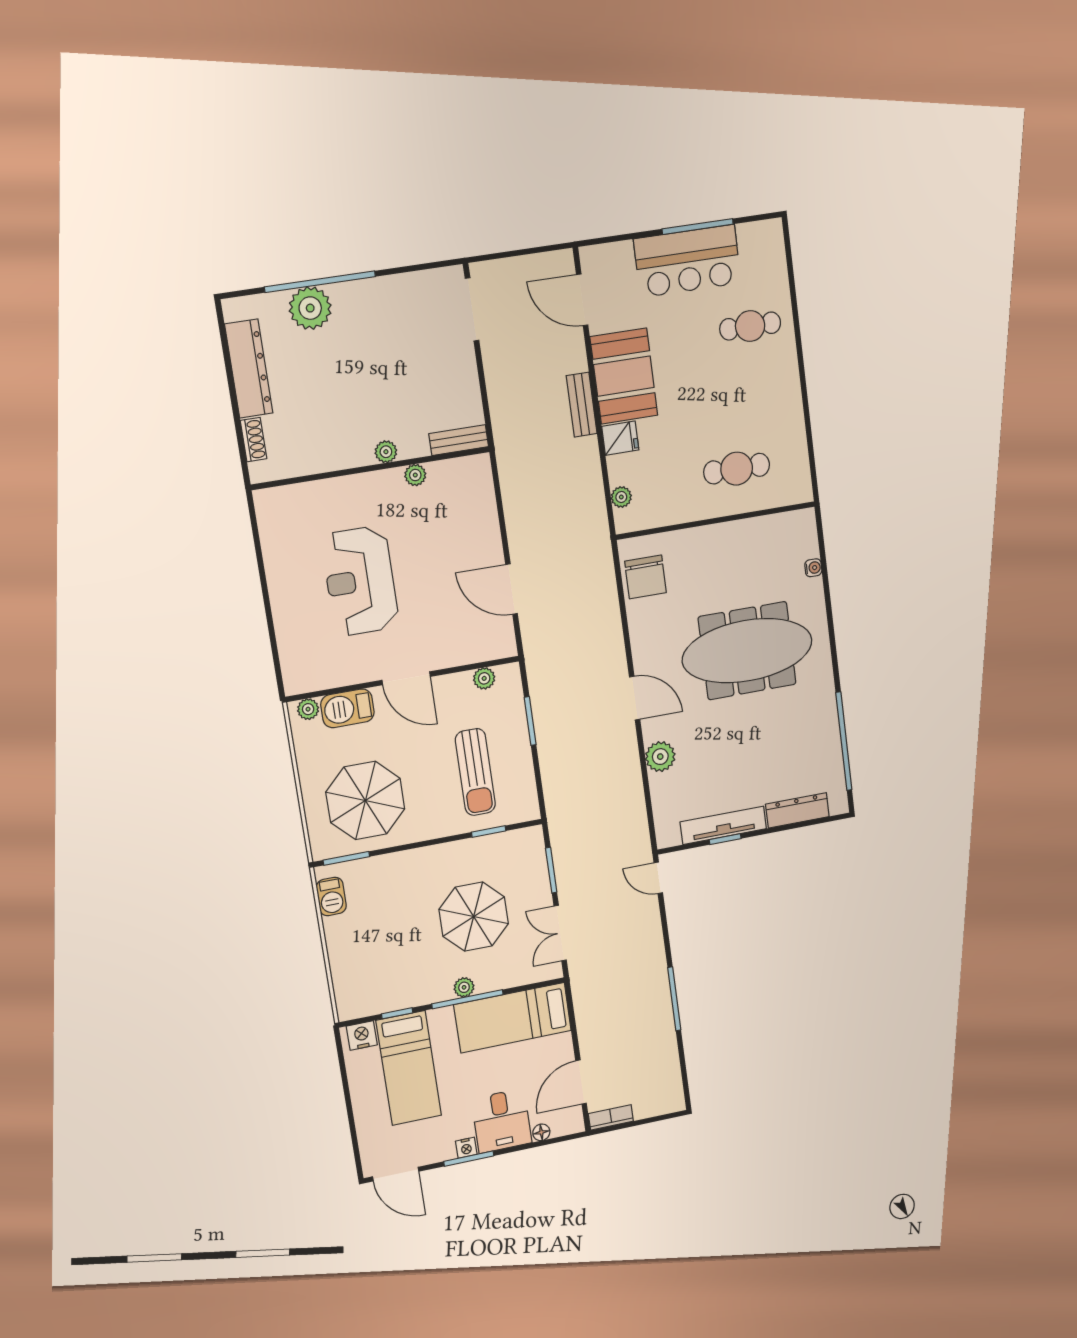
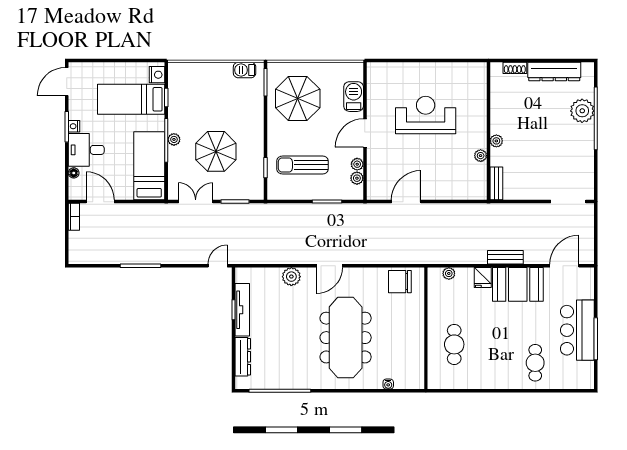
plant: (308, 709) -> (357, 164), moved

